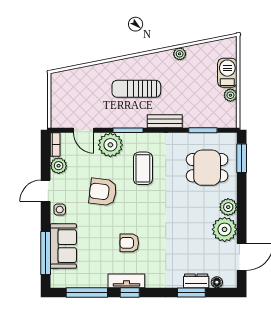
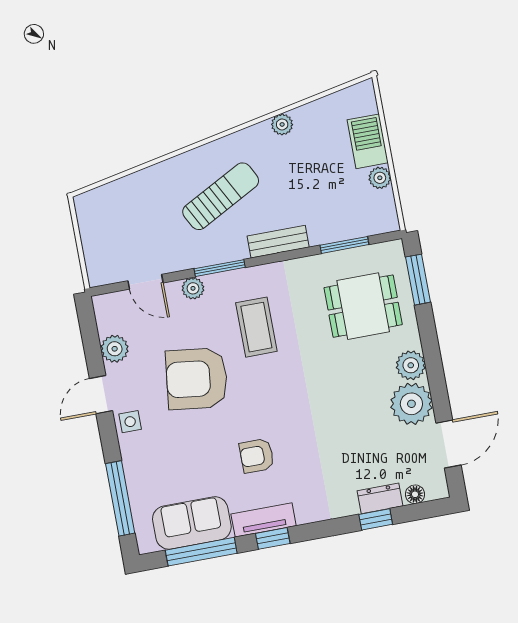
sun lounger: (136, 89) -> (221, 196), turned 152
bookcase: (55, 144) -> (102, 314), removed
plant: (110, 145) -> (193, 288), width x0.53, depth x0.53
armchair: (103, 192) -> (197, 379), width x1.36, depth x1.36
sofa: (63, 246) -> (192, 523), moved, turned -90
window: (191, 292) -> (376, 519), width x0.67

